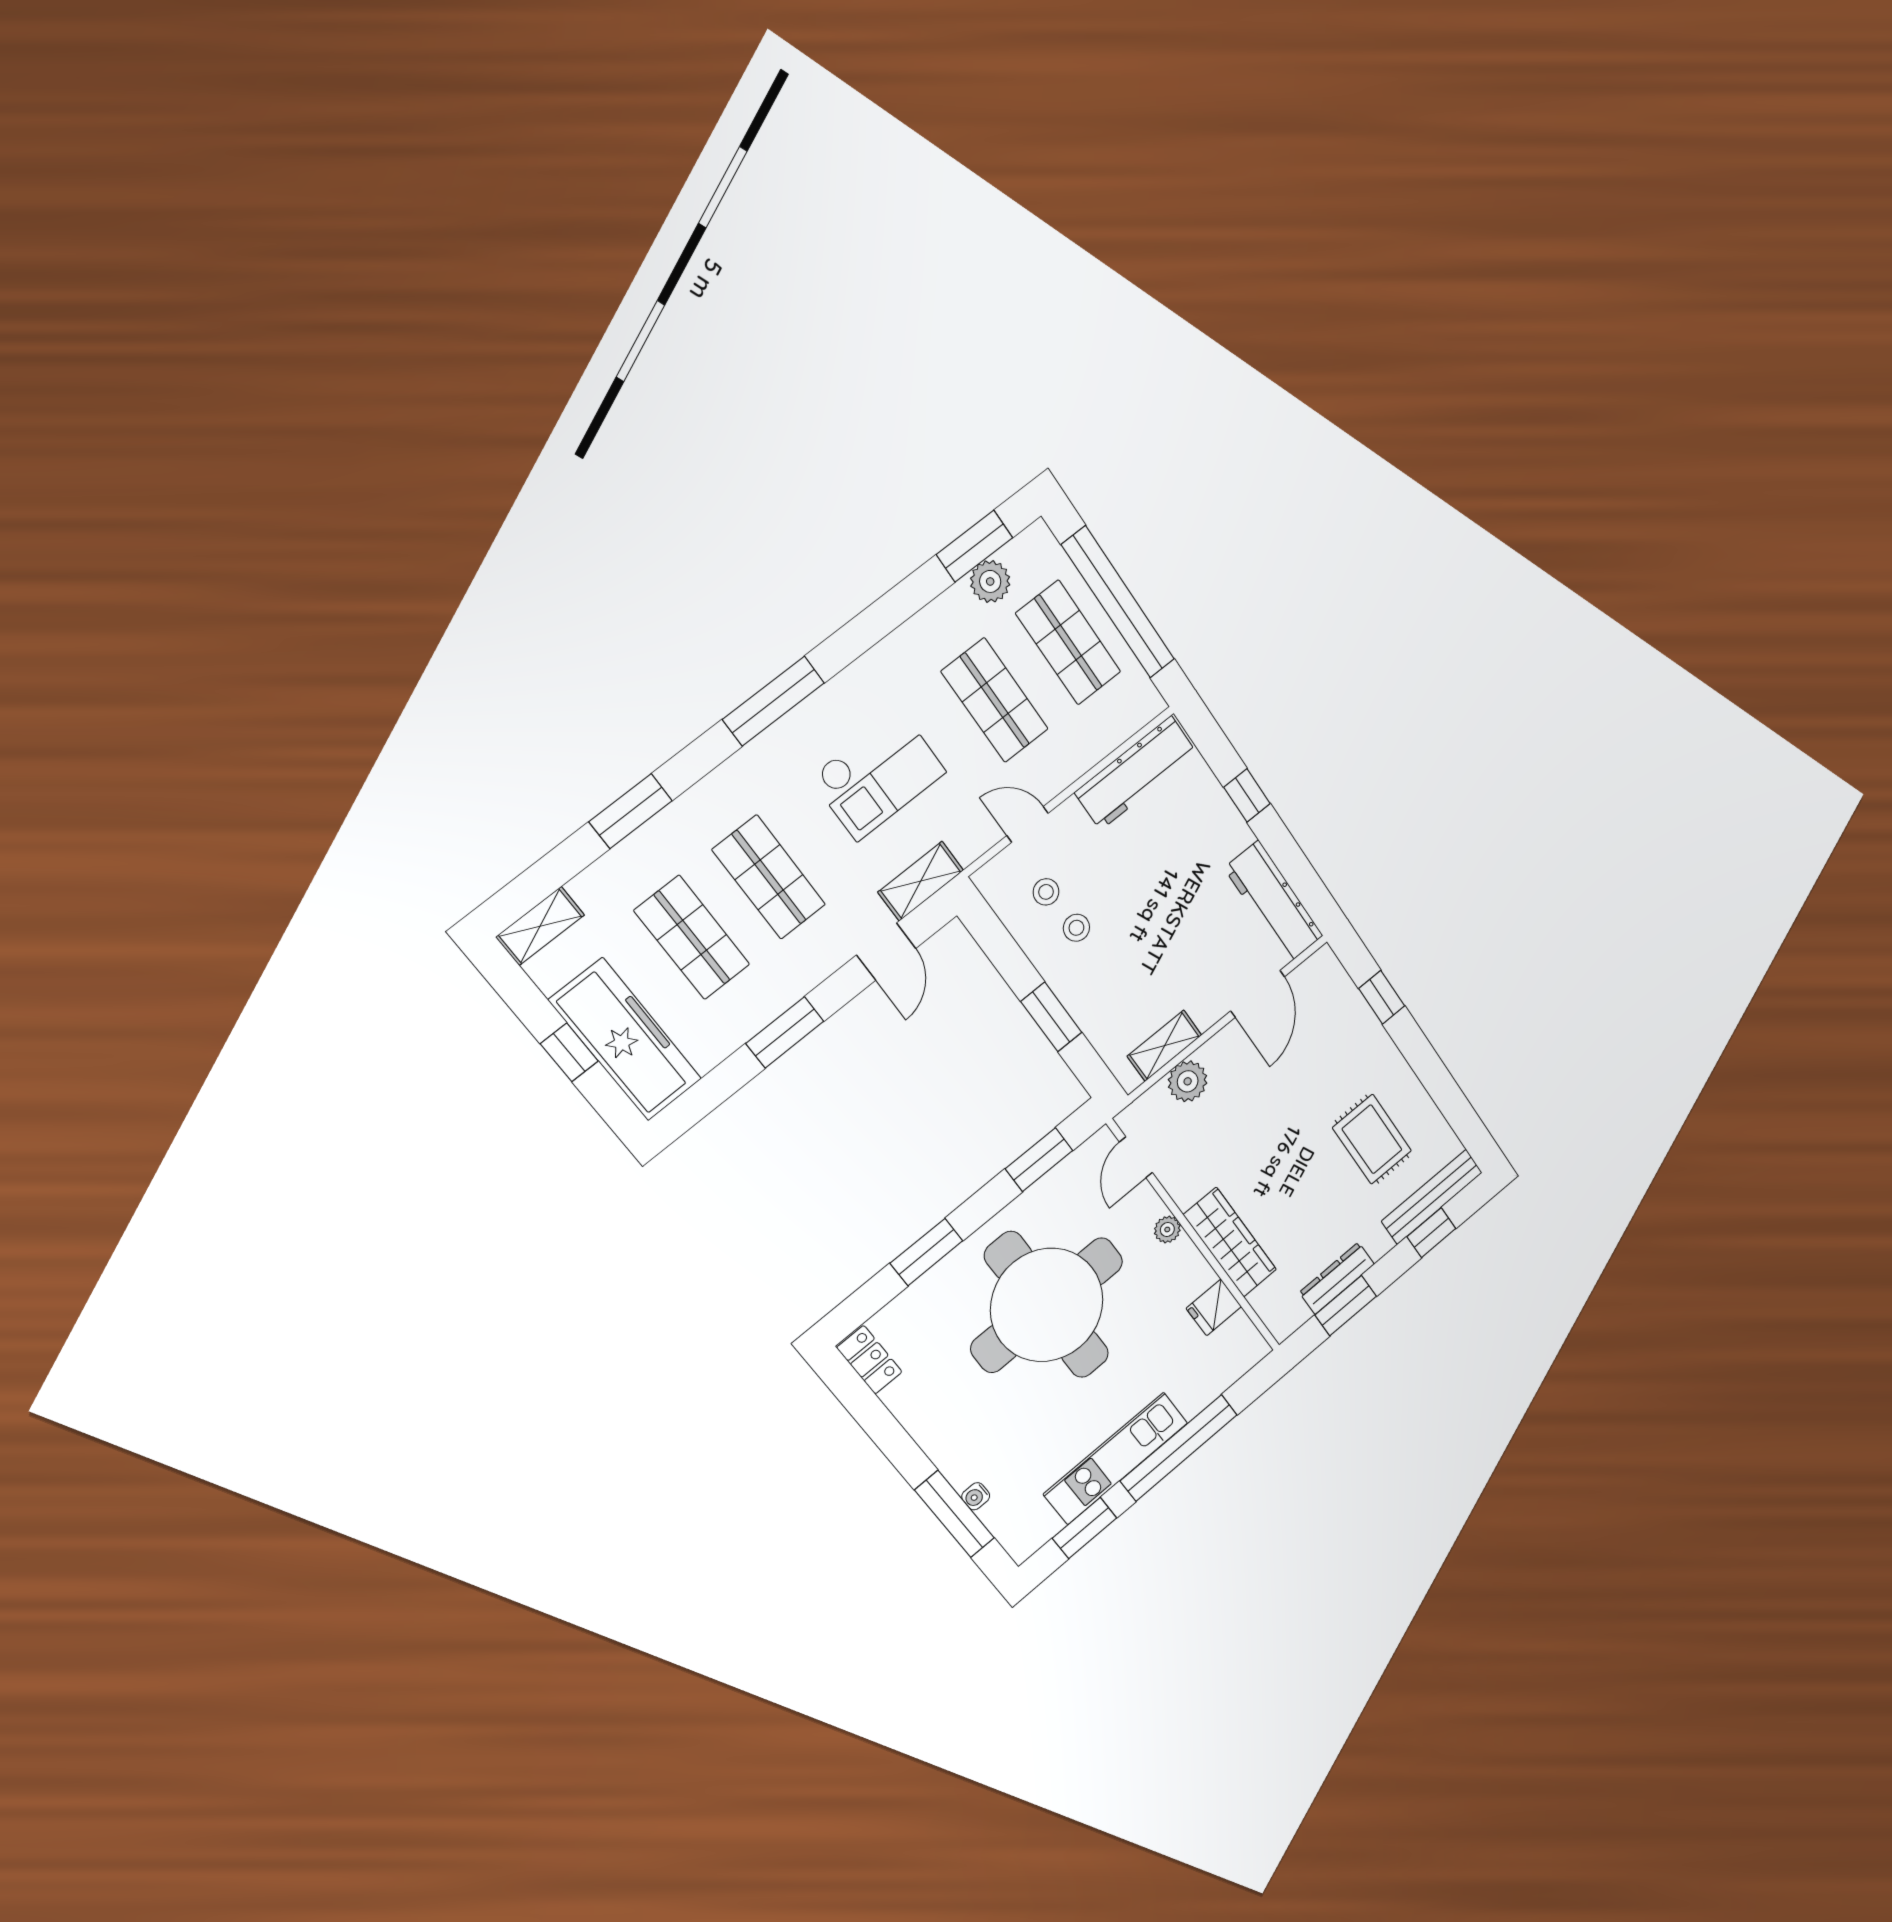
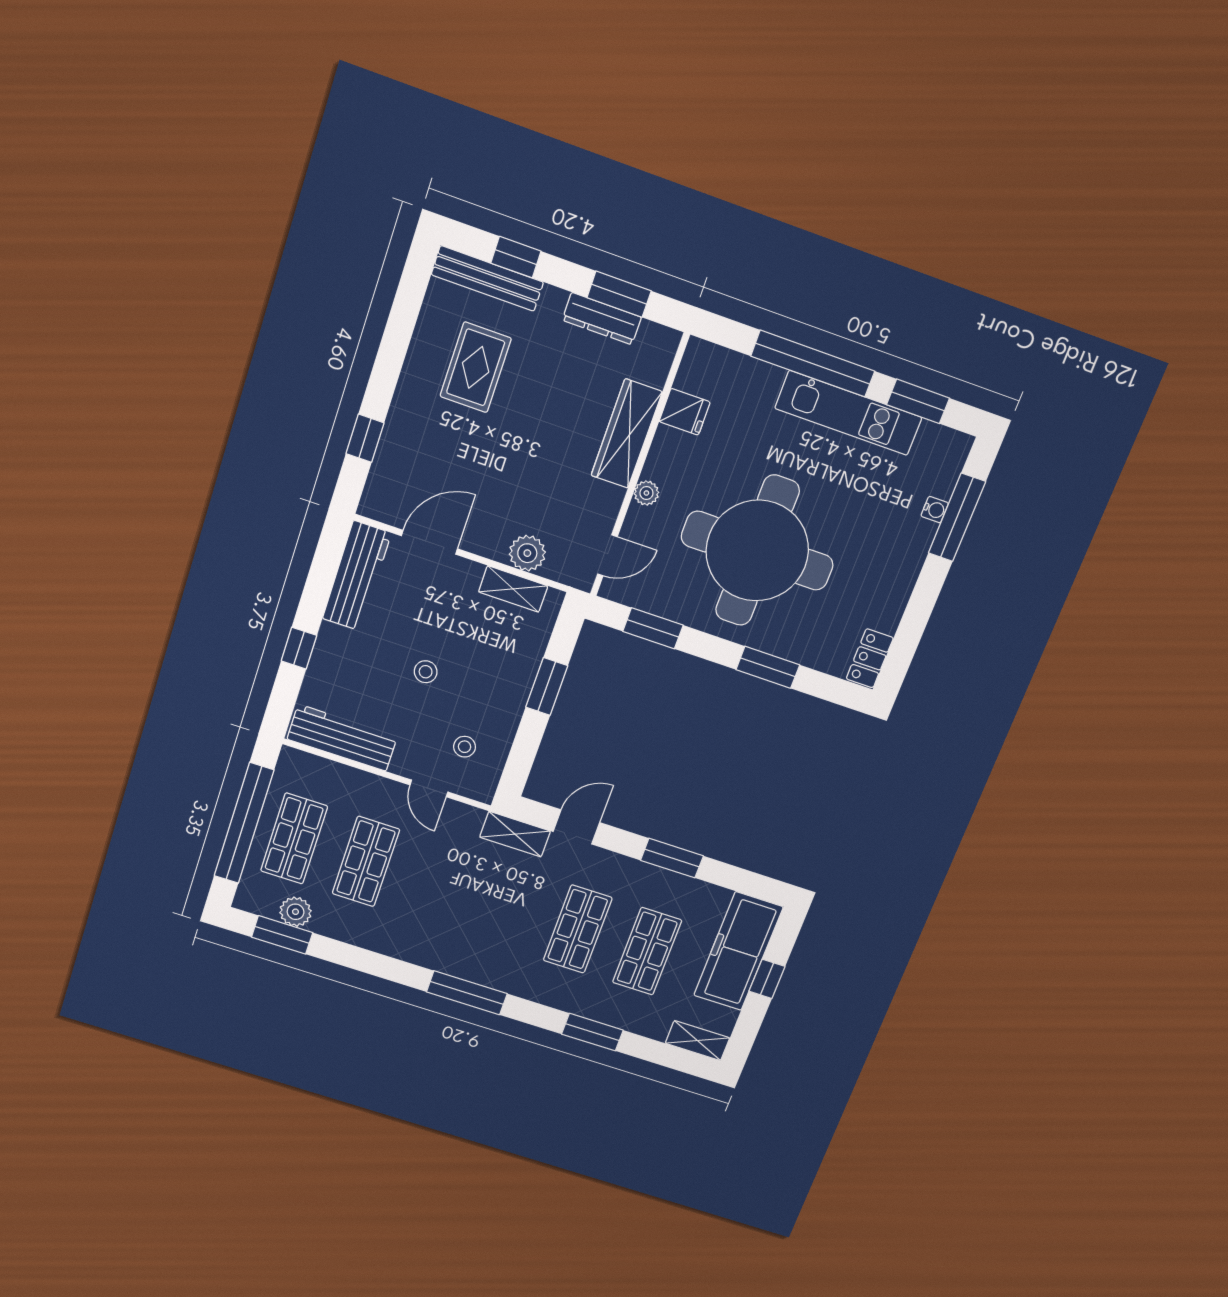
checkout: (878, 775) -> (466, 904), removed
stool: (1076, 928) -> (426, 672), moved

